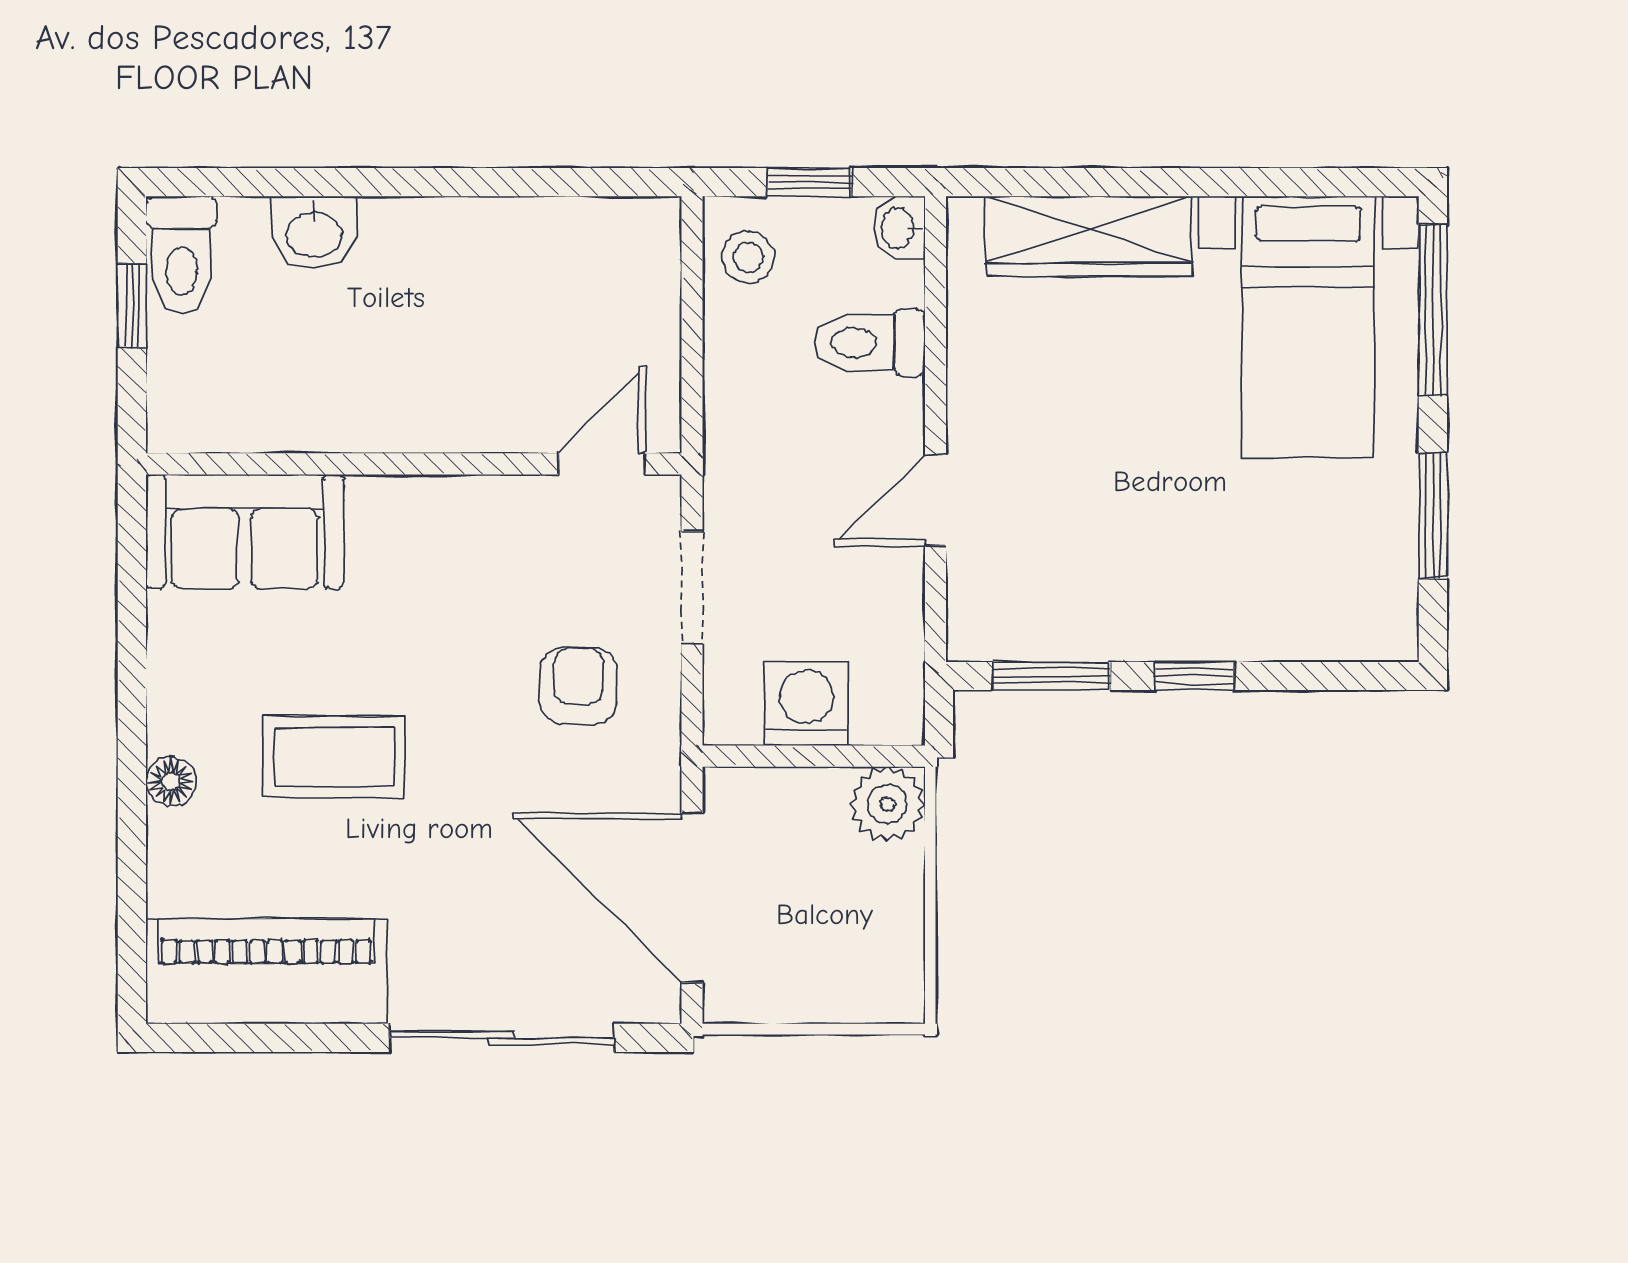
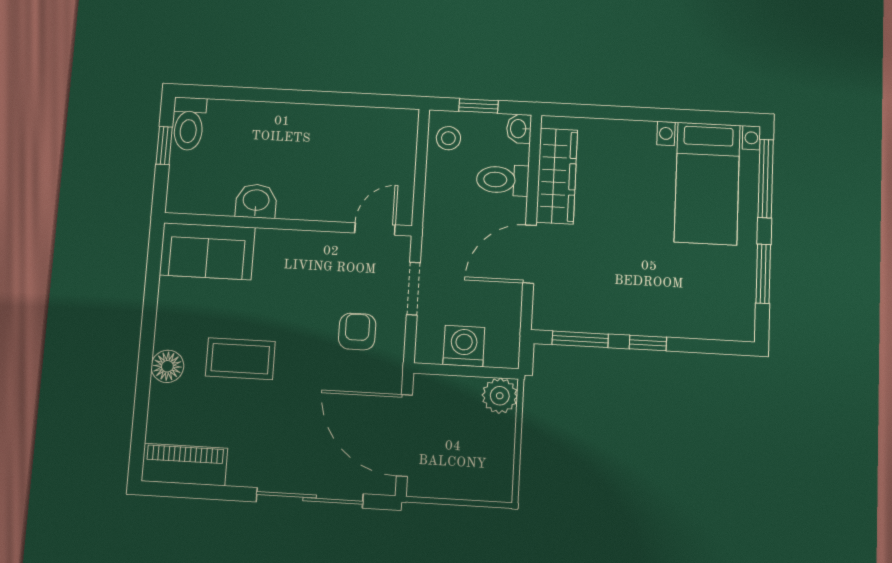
washbasin: (314, 233) -> (256, 201), moved, turned 180
wardrobe: (1089, 236) -> (557, 176), moved, turned -90
door: (935, 500) -> (530, 254), width x1.38
floor lamp: (171, 781) -> (167, 366), width x1.37, depth x1.37
piano: (266, 972) -> (184, 465), width x0.73, depth x0.75

